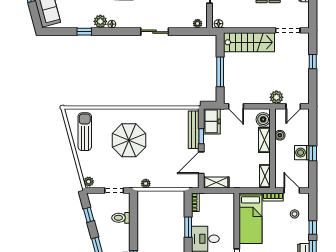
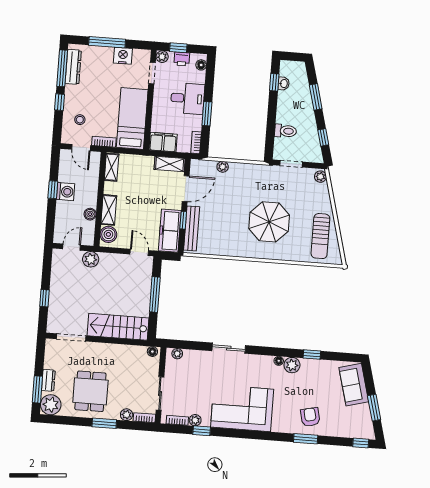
freezer: (212, 121) -> (170, 231), width x1.40
plant: (146, 184) -> (223, 167), moved
filing cabinet: (223, 201) -> (163, 142), added

